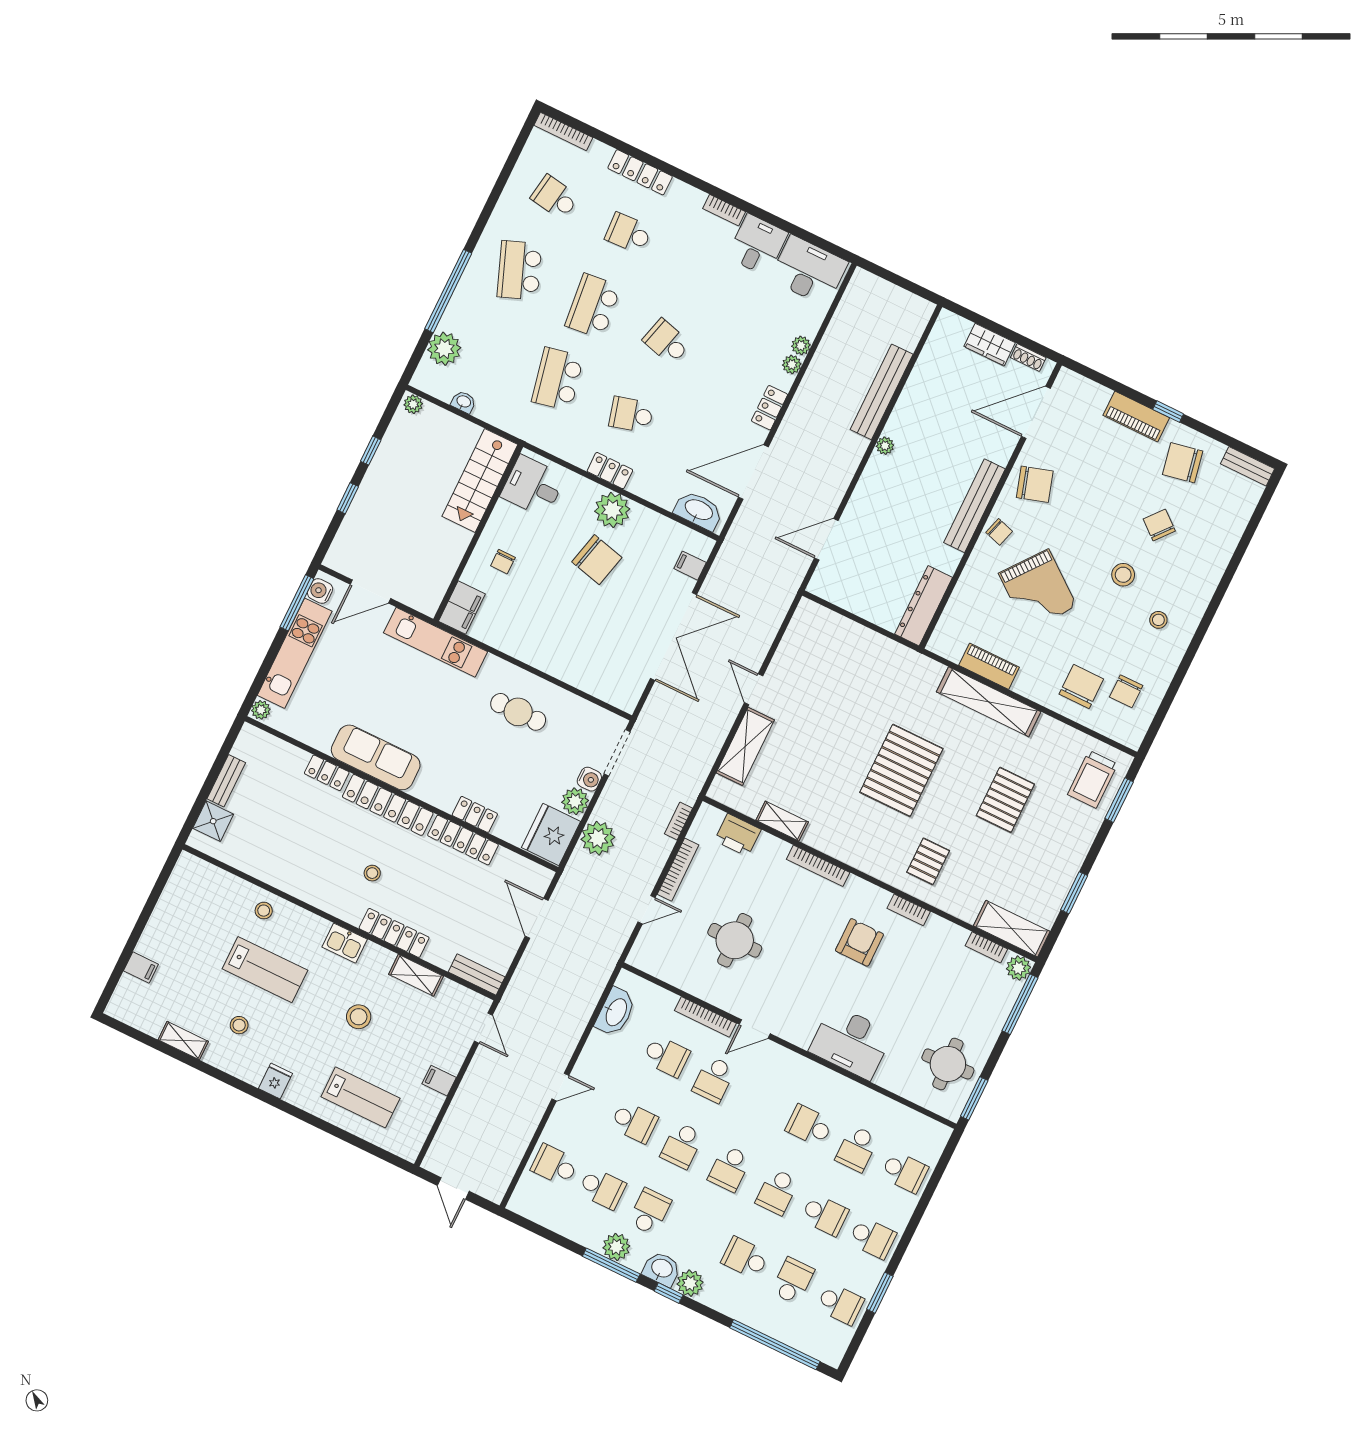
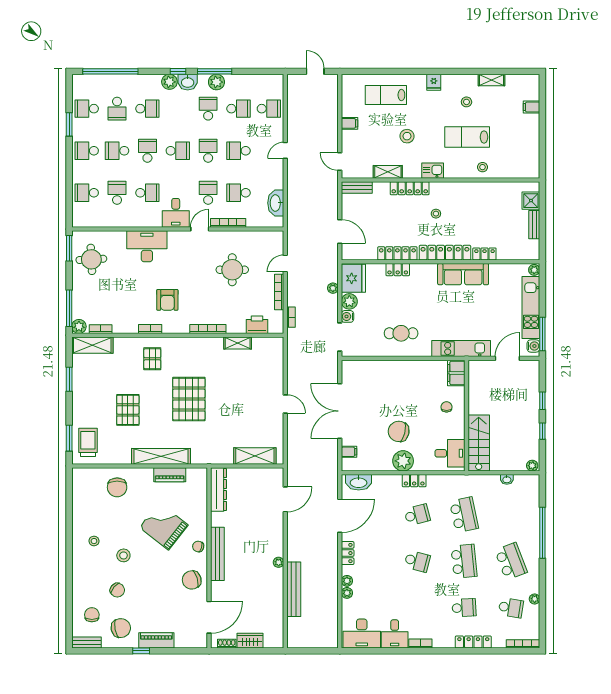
plant: (444, 349) -> (535, 599), moved, width x0.53, depth x0.53
chair: (1126, 691) -> (92, 615), moved
shelving: (745, 746) -> (255, 456), moved, turned 90
plant: (598, 838) -> (333, 288), width x0.53, depth x0.53
desk: (780, 1073) -> (176, 213), added
school desk: (729, 1169) -> (178, 151), turned 90
school desk: (602, 1188) -> (238, 109), turned 180
school desk: (650, 1211) -> (208, 109), turned 180

